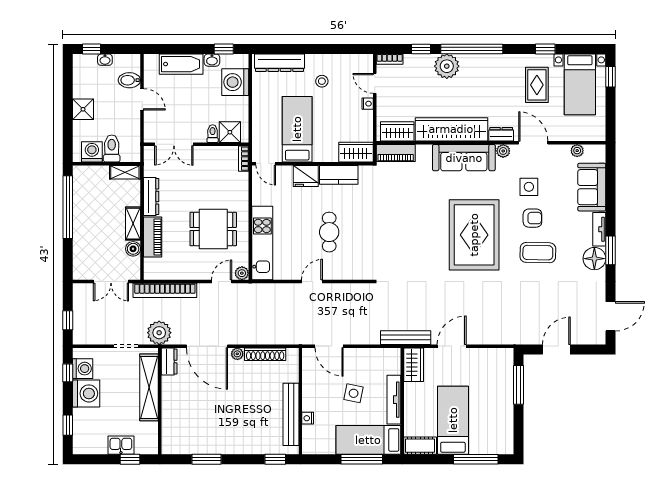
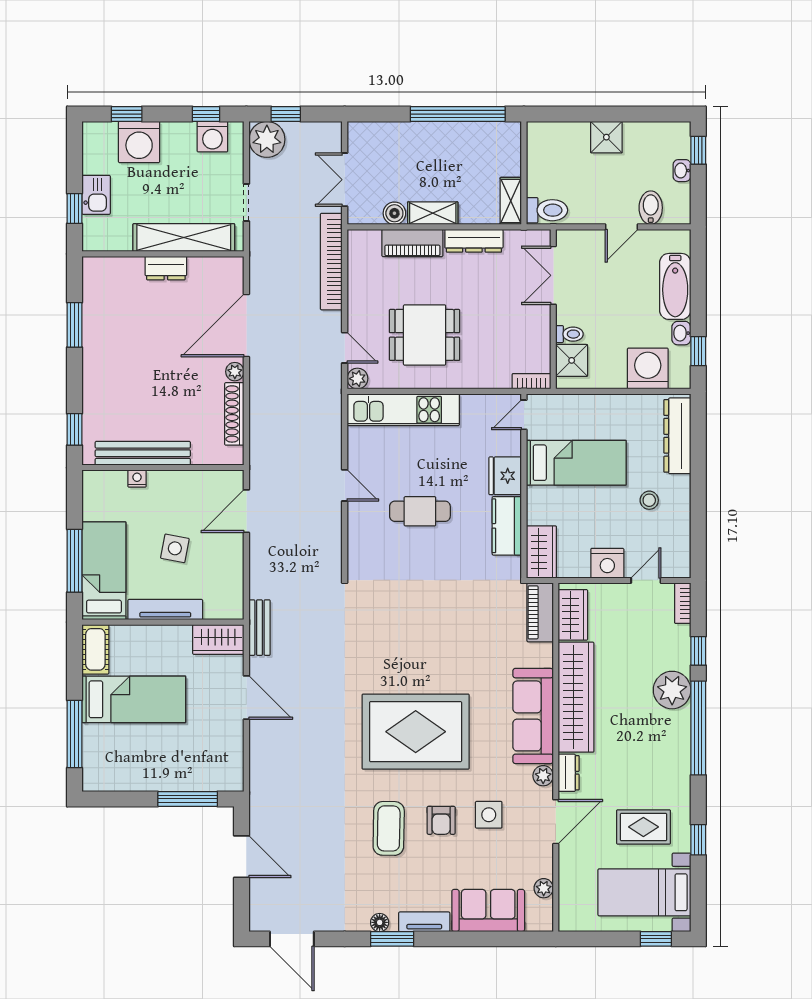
nightstand: (368, 104) -> (607, 563), width x1.89, depth x1.79
toilet: (112, 148) -> (547, 210), moved
washing machine: (92, 152) -> (542, 151), removed
dining table: (213, 229) -> (425, 335), turned 90
floor lamp: (594, 259) -> (380, 922), width x0.53, depth x0.53
plant: (159, 333) -> (267, 139), moved
bench: (406, 338) -> (259, 628), width x0.73
dresser: (169, 362) -> (166, 268), moved
washing machine: (86, 393) -> (139, 142), moved

